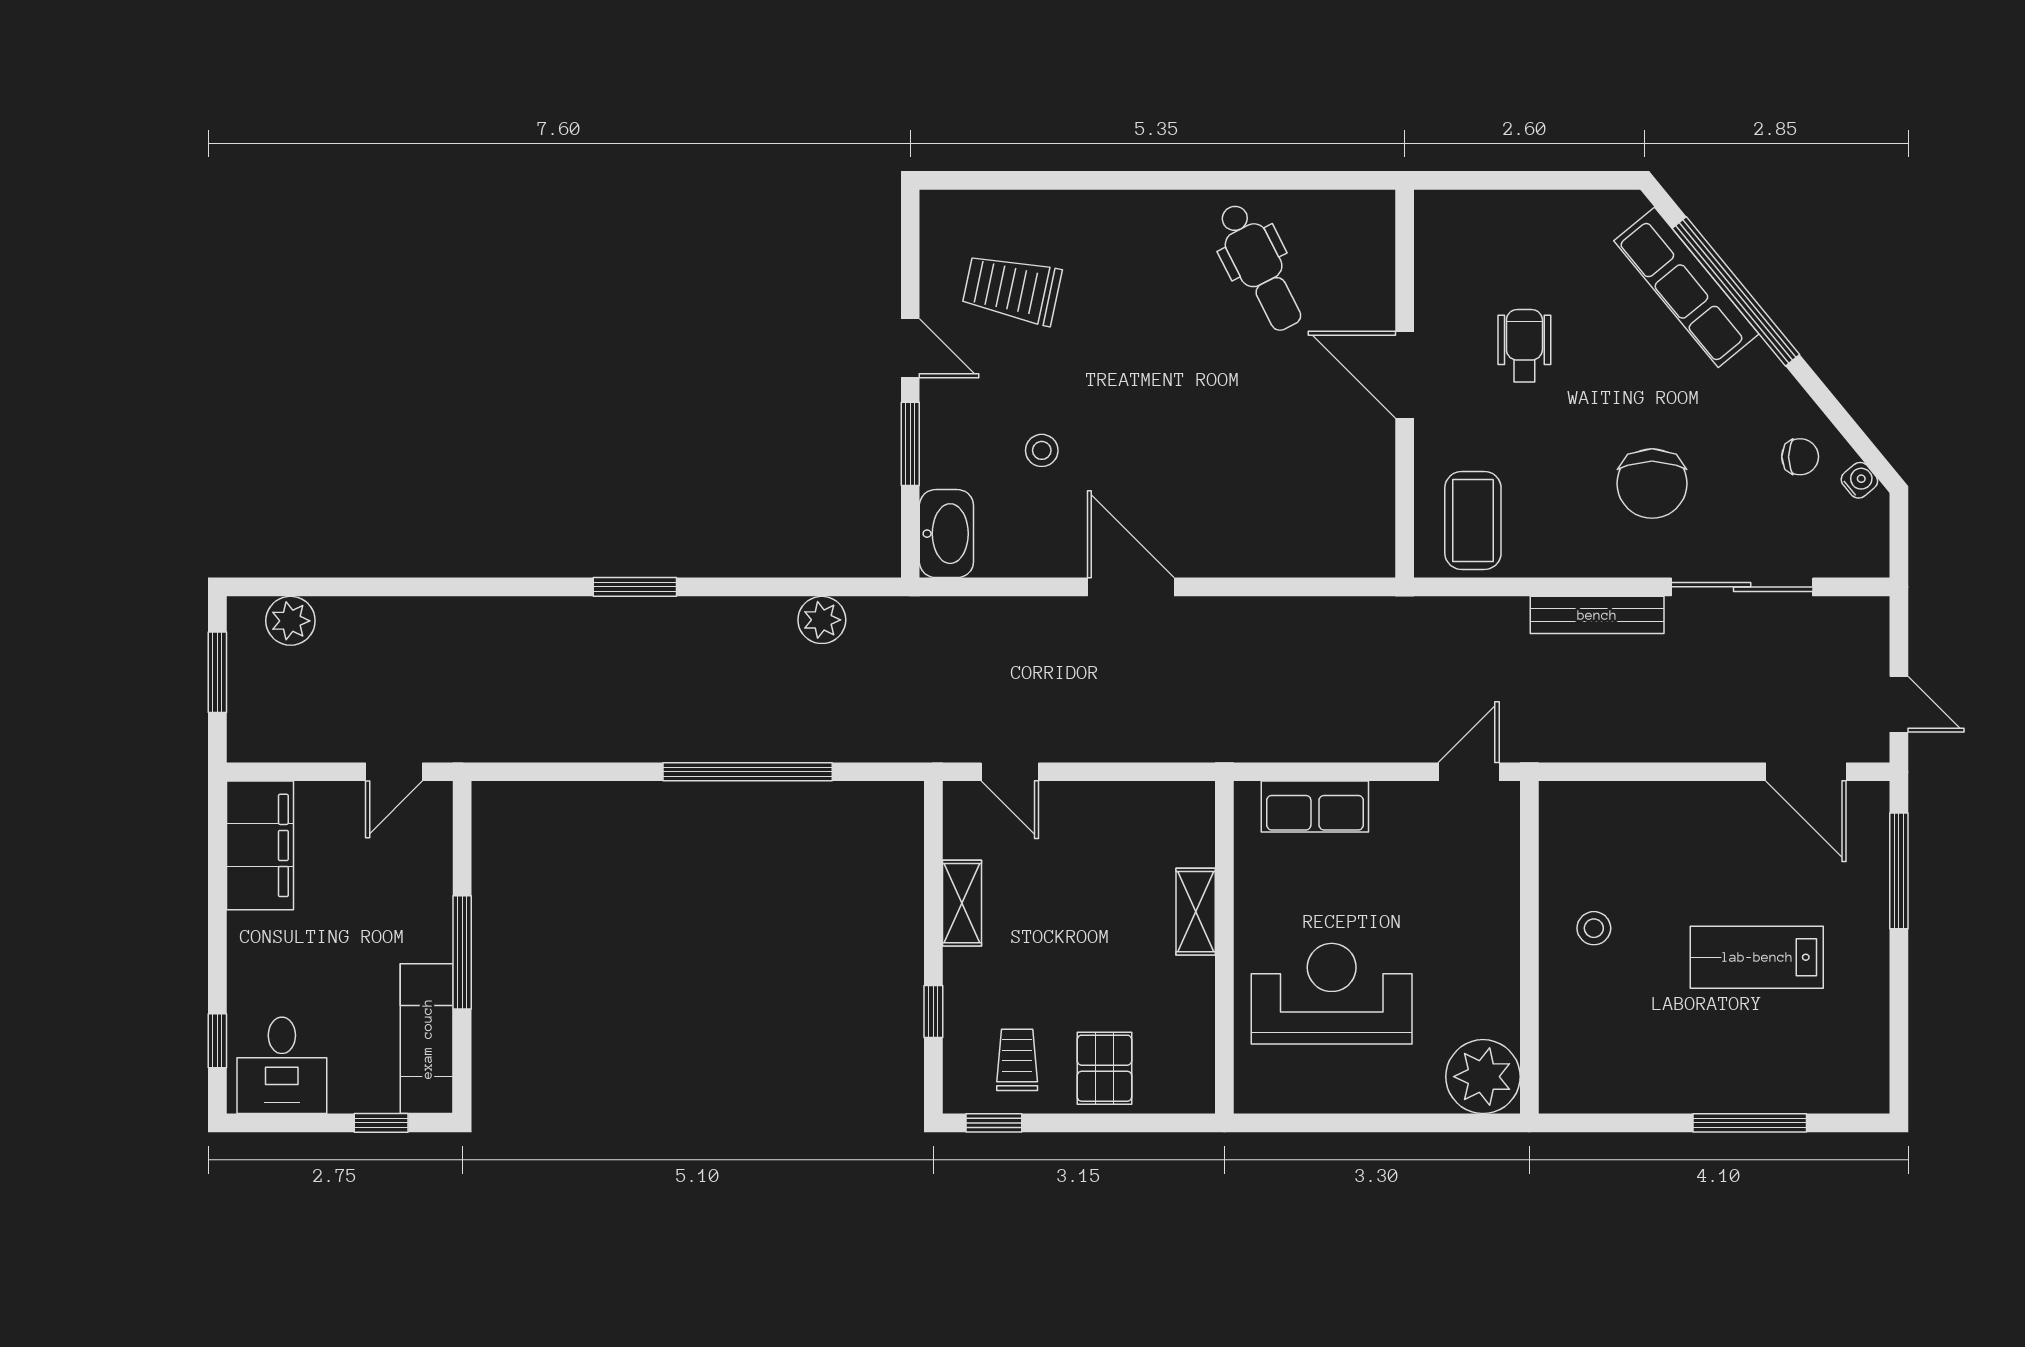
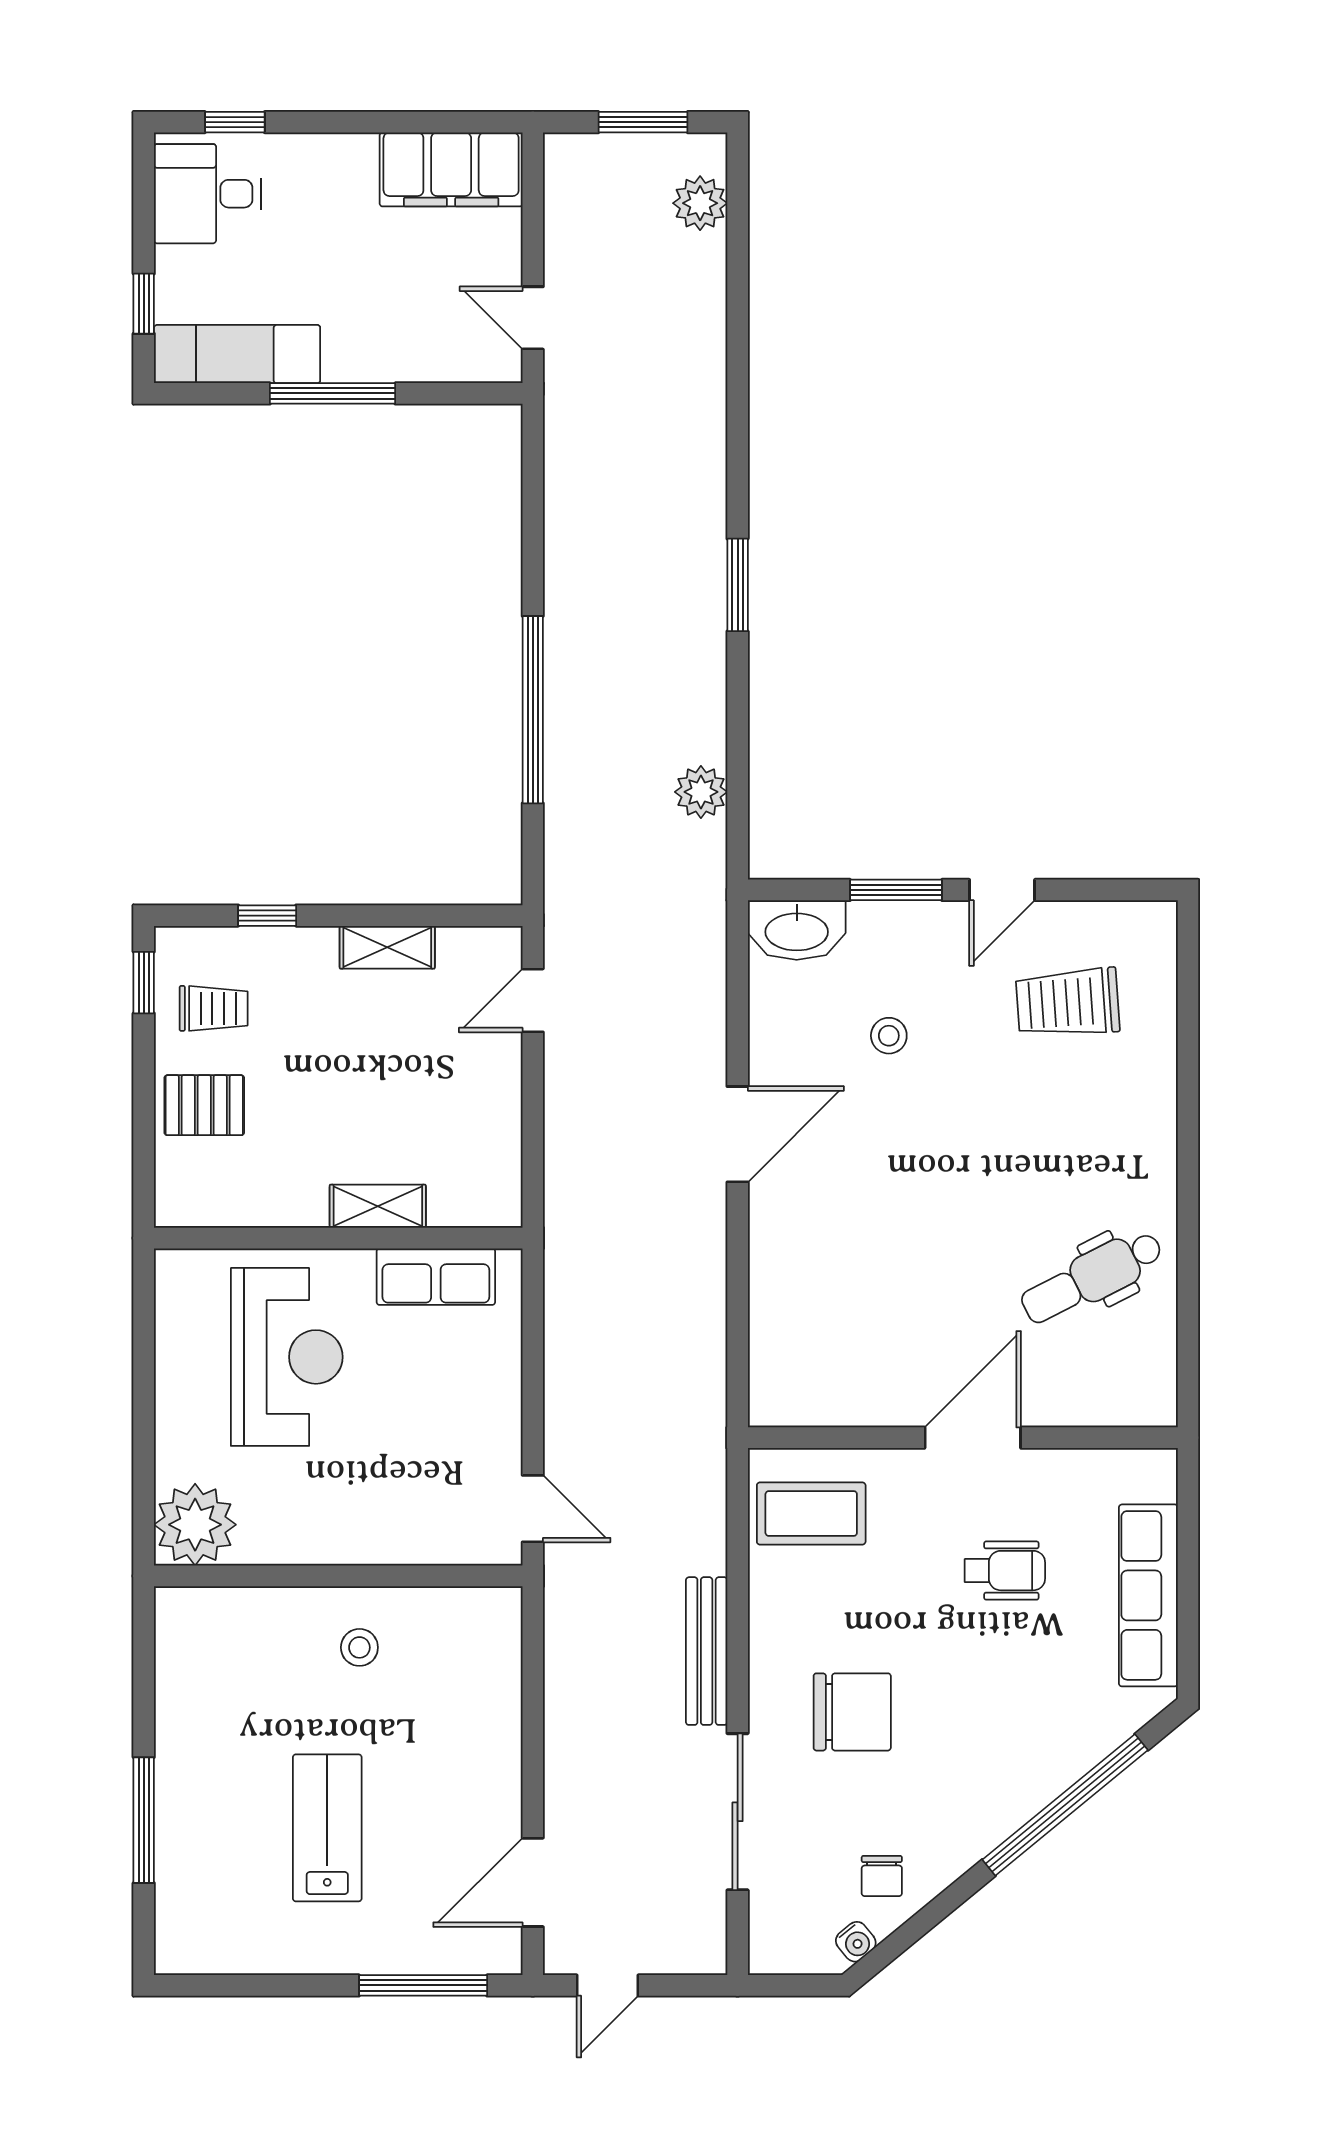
row of seats: (1686, 287) -> (1148, 1595), moved, turned -51
trolley: (1012, 289) -> (1068, 1003), turned -106
chair: (1652, 483) -> (852, 1712), turned 180
row of seats: (1315, 807) -> (436, 1277), moved, turned -90

